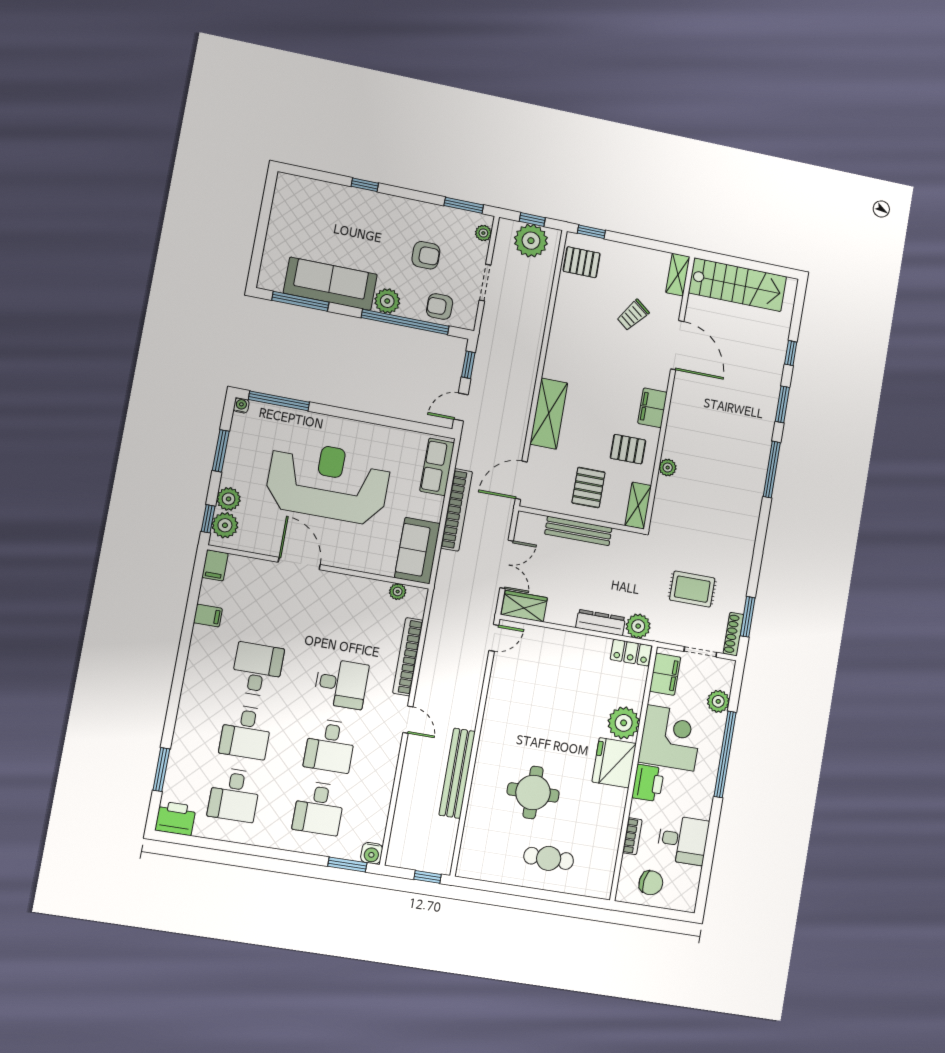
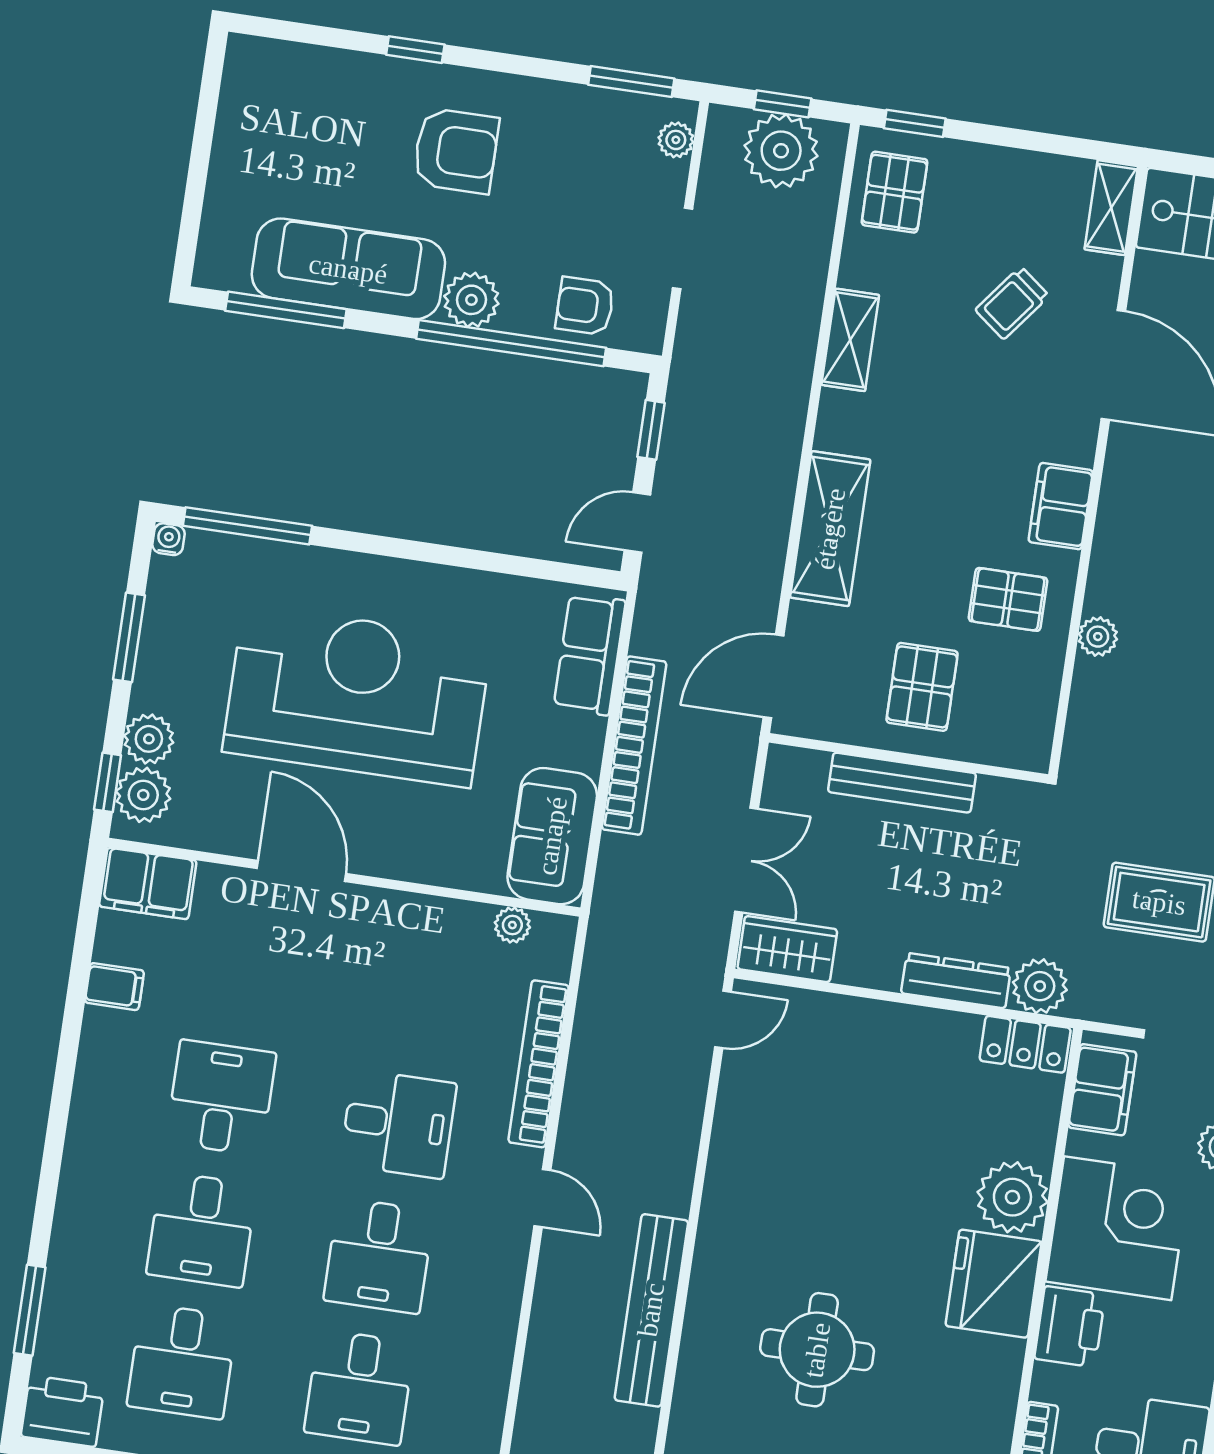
armchair: (426, 255) -> (456, 151), moved, width x1.38, depth x1.38
pallet: (582, 262) -> (895, 192), turned 90
shelving: (638, 506) -> (850, 340), moved
filing cabinet: (215, 565) -> (148, 883), width x2.00

